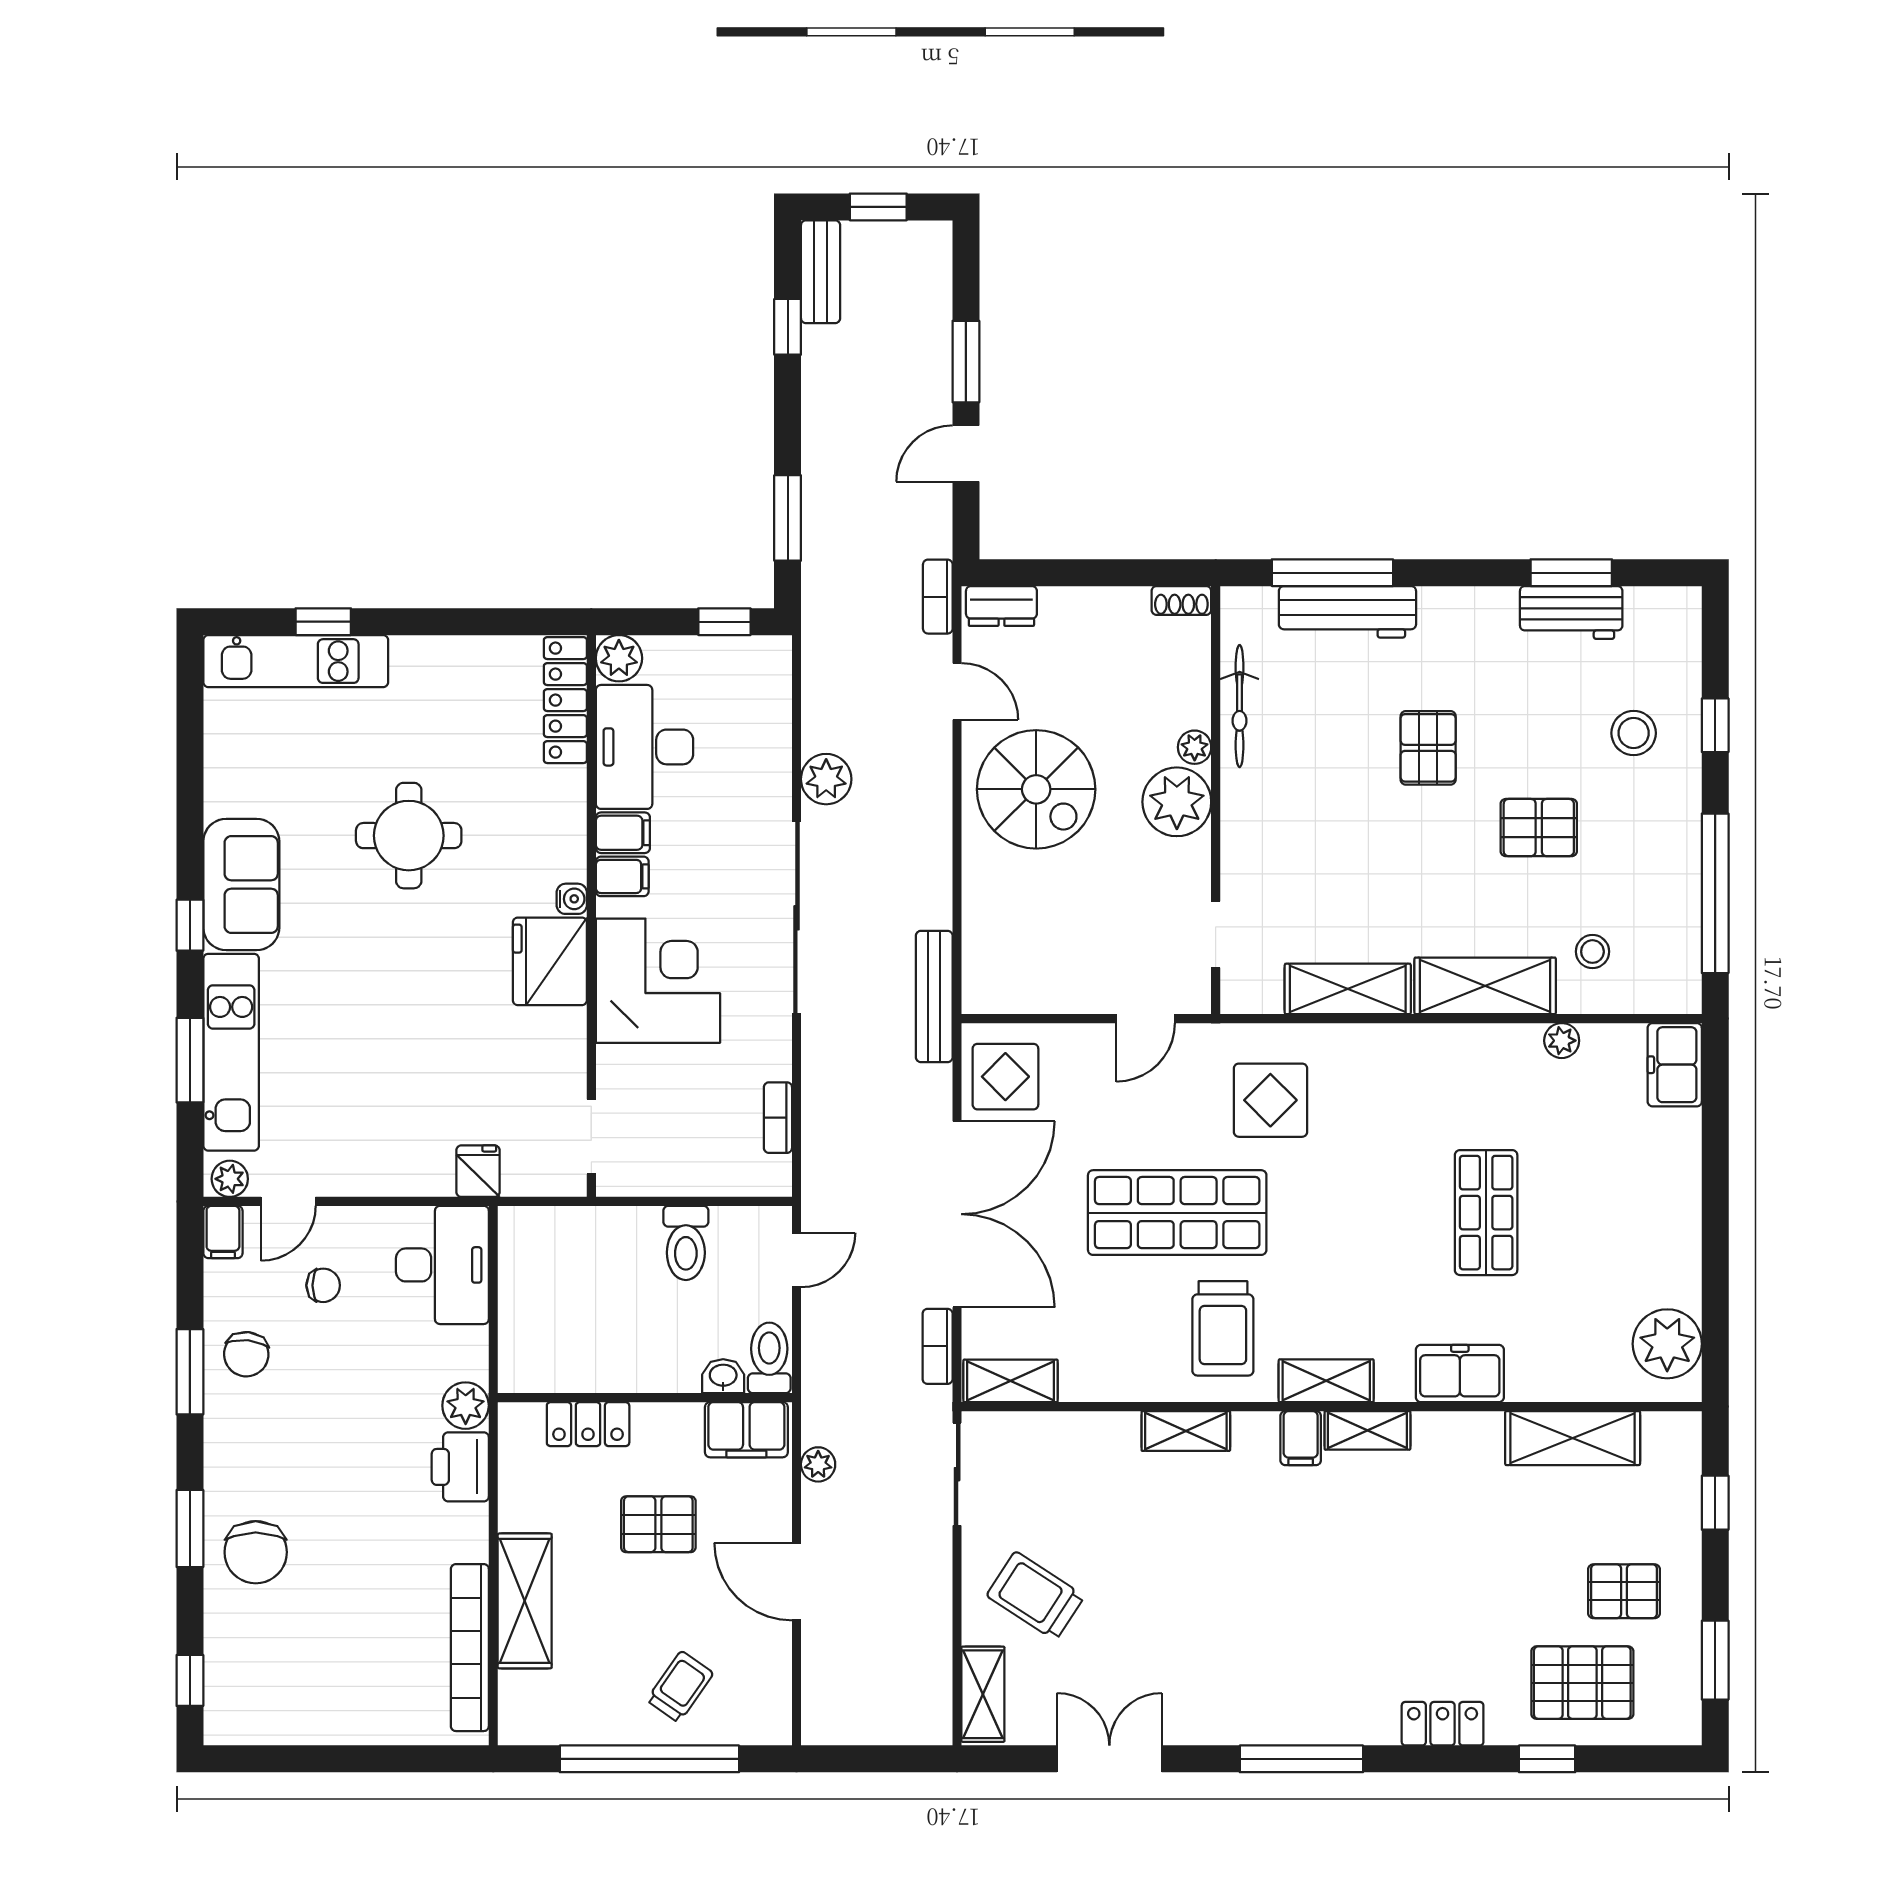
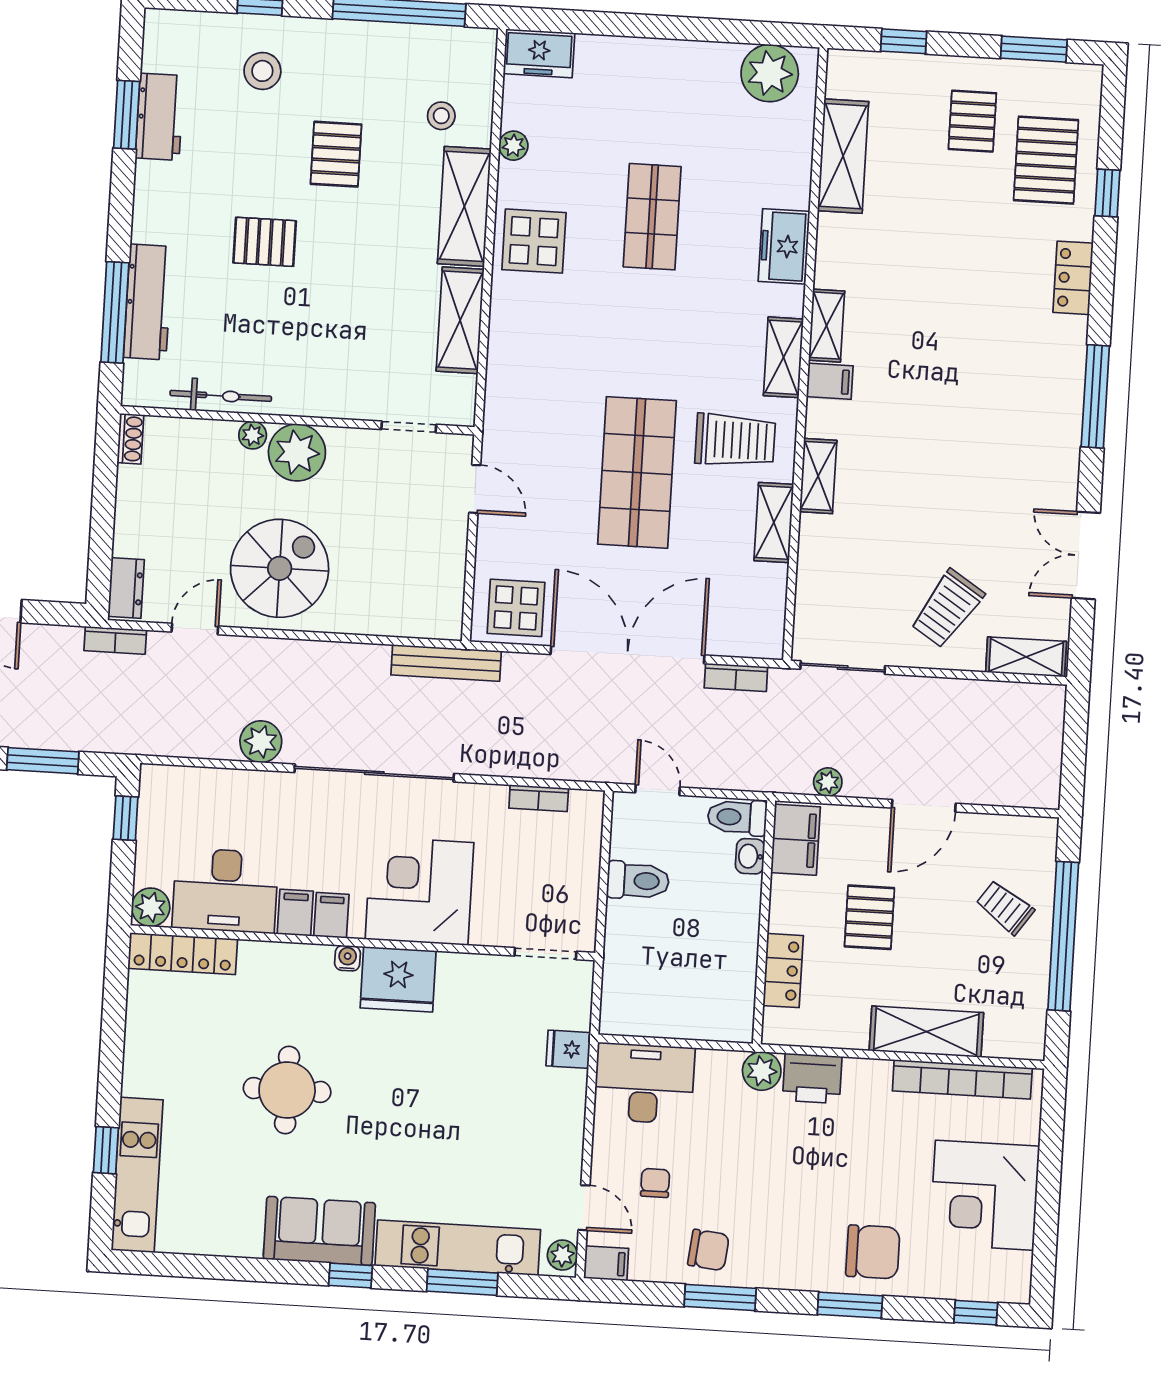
display table: (1270, 1100) -> (534, 241), moved
shop shelf: (1486, 1213) -> (652, 217), turned 90
shelving: (1011, 1381) -> (774, 522), moved
corner desk: (332, 1683) -> (984, 1195), added

